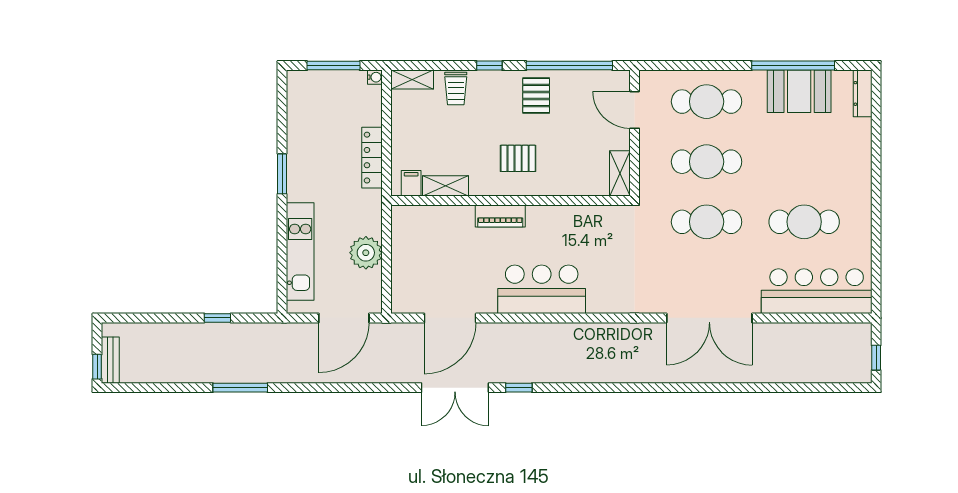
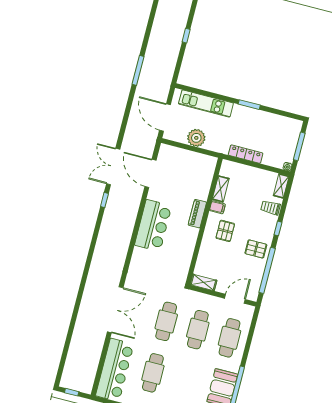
filing cabinet: (411, 183) -> (217, 207), moved
window: (217, 318) -> (186, 36), moved
double door: (709, 318) -> (115, 310), swing flipped
window: (240, 388) -> (138, 70), moved

